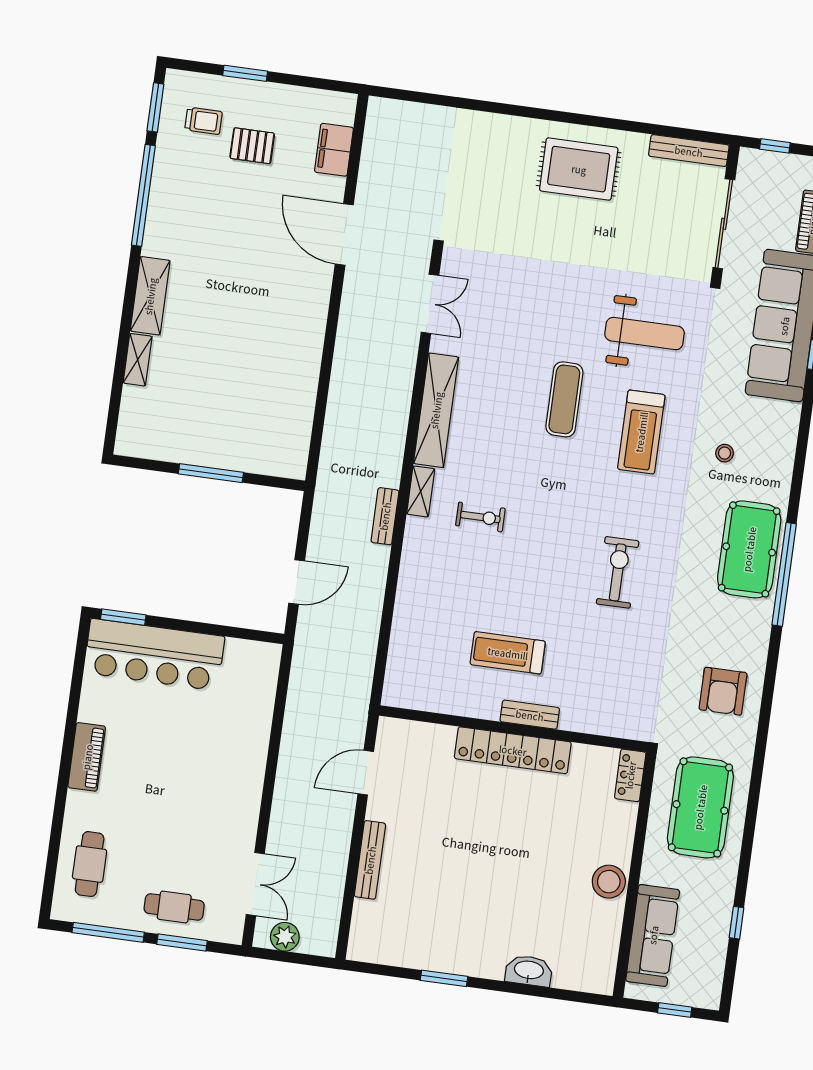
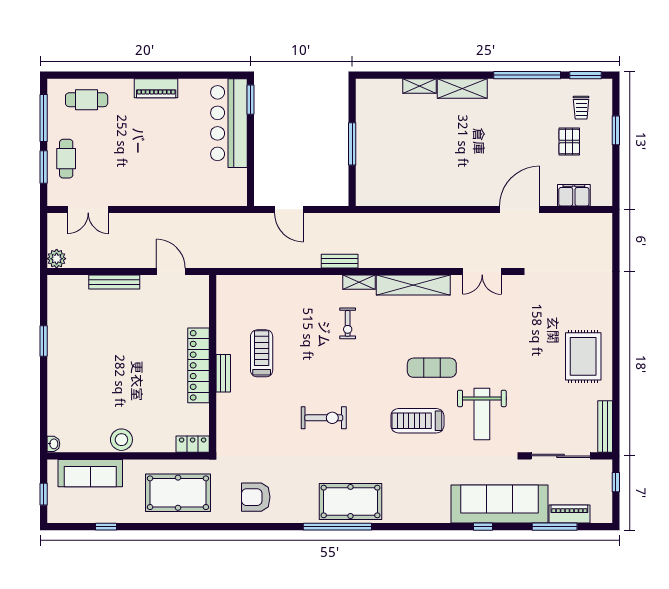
stool: (725, 453) -> (411, 477), removed
plant: (285, 937) -> (57, 259), moved
washbasin: (529, 971) -> (53, 444), moved, width x0.52, depth x0.69

